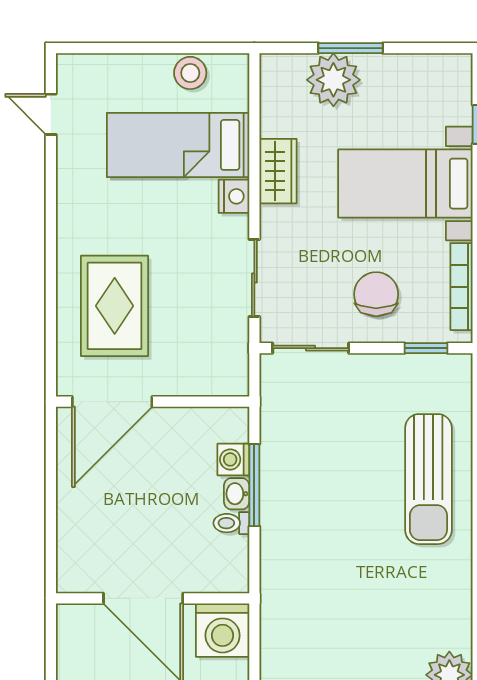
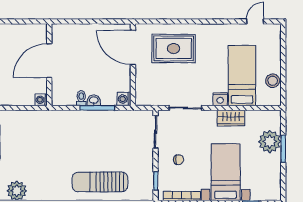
chair: (376, 294) -> (179, 160), width x0.54, depth x0.54
washing machine: (233, 459) -> (124, 99), moved, turned -90
washing machine: (223, 630) -> (41, 100), width x0.53, depth x0.53

